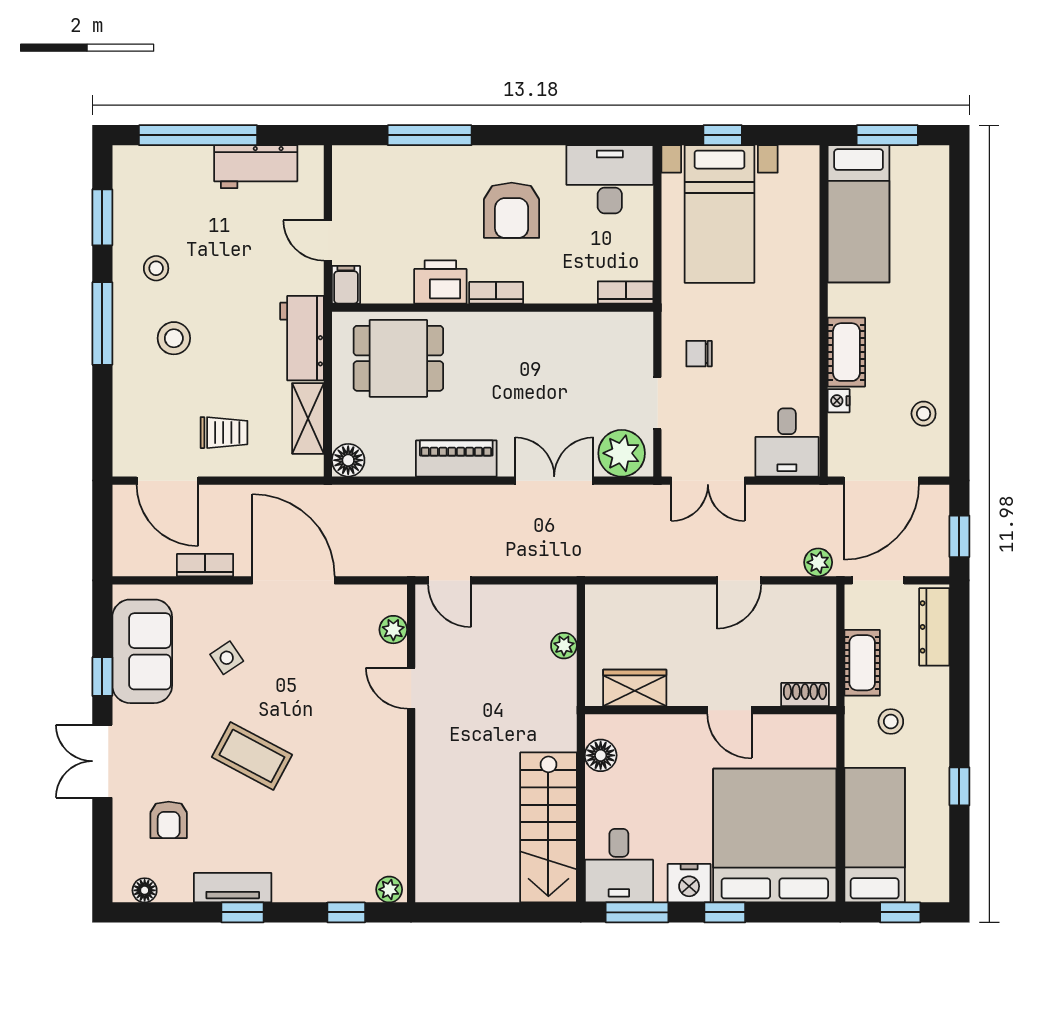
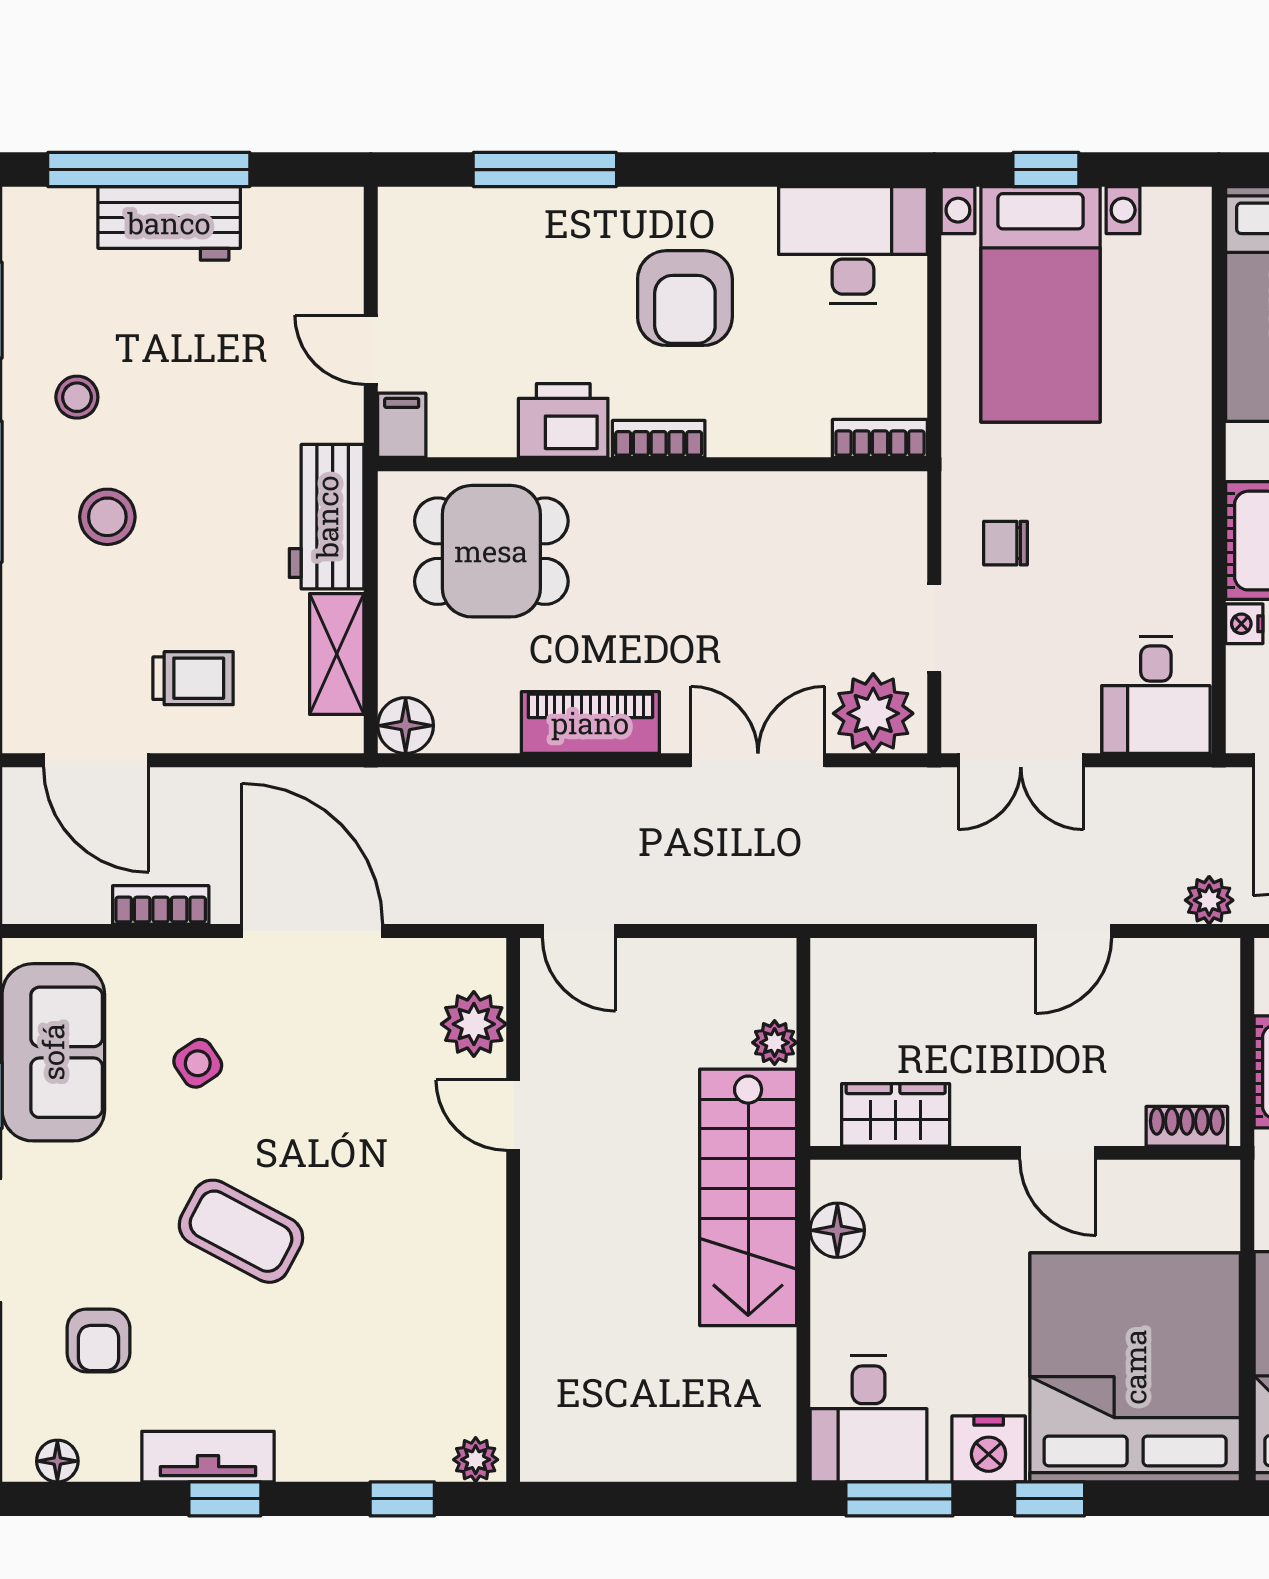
workbench: (256, 167) -> (169, 223), moved
plant: (393, 630) -> (474, 1024), width x1.38, depth x1.38
stairs: (548, 827) -> (748, 1197), moved

